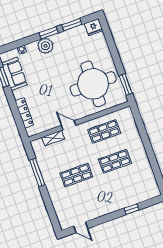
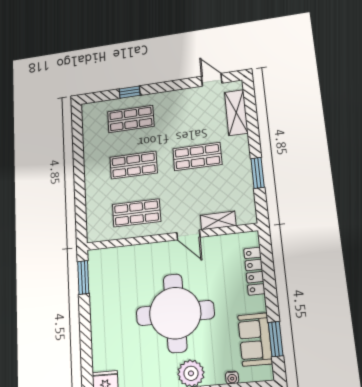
round table: (93, 84) -> (175, 313), moved
window: (37, 172) -> (258, 173), width x0.69
shop shelf: (126, 191) -> (131, 119), added
shelving: (60, 208) -> (236, 113), added

